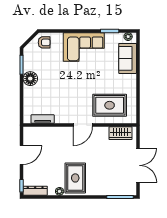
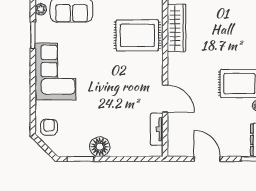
rug: (110, 105) -> (137, 35), turned 90
door: (83, 125) -> (165, 99), moved
wardrobe: (120, 133) -> (176, 28), width x1.50

